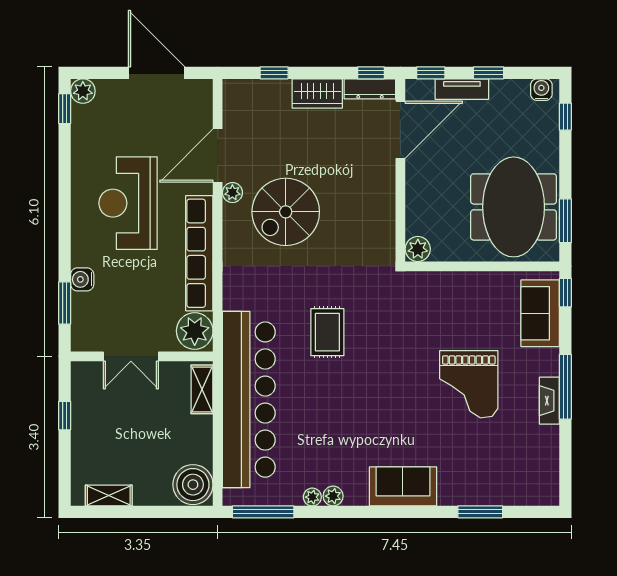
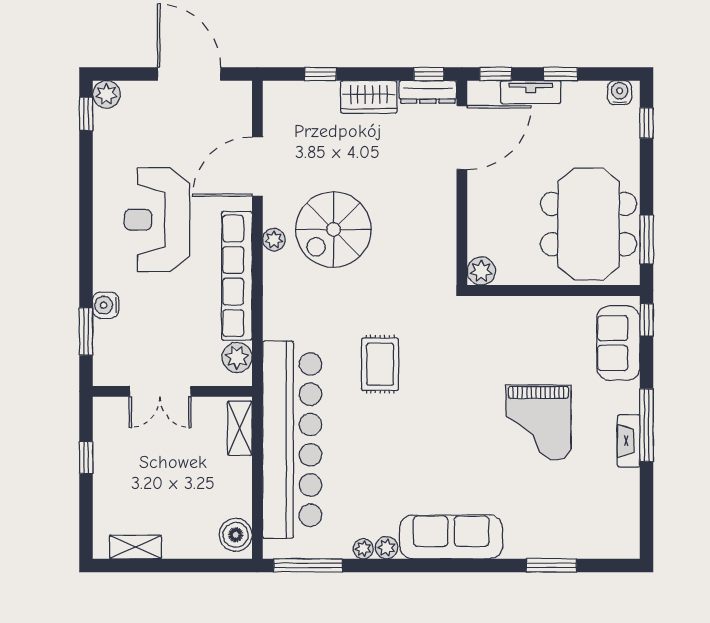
plant: (232, 193) -> (274, 240), moved
plant: (195, 331) -> (237, 357), width x0.73, depth x0.73
boiler: (193, 485) -> (236, 535), width x0.73, depth x0.73
sofa: (403, 486) -> (451, 537), width x1.36

